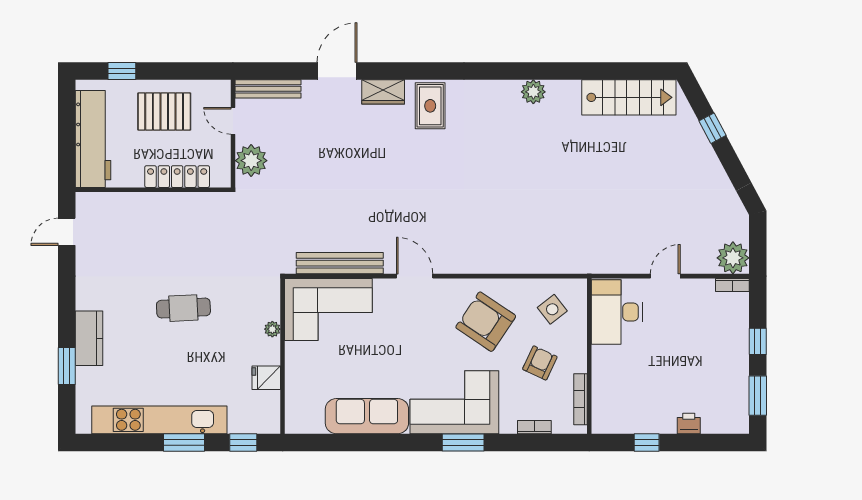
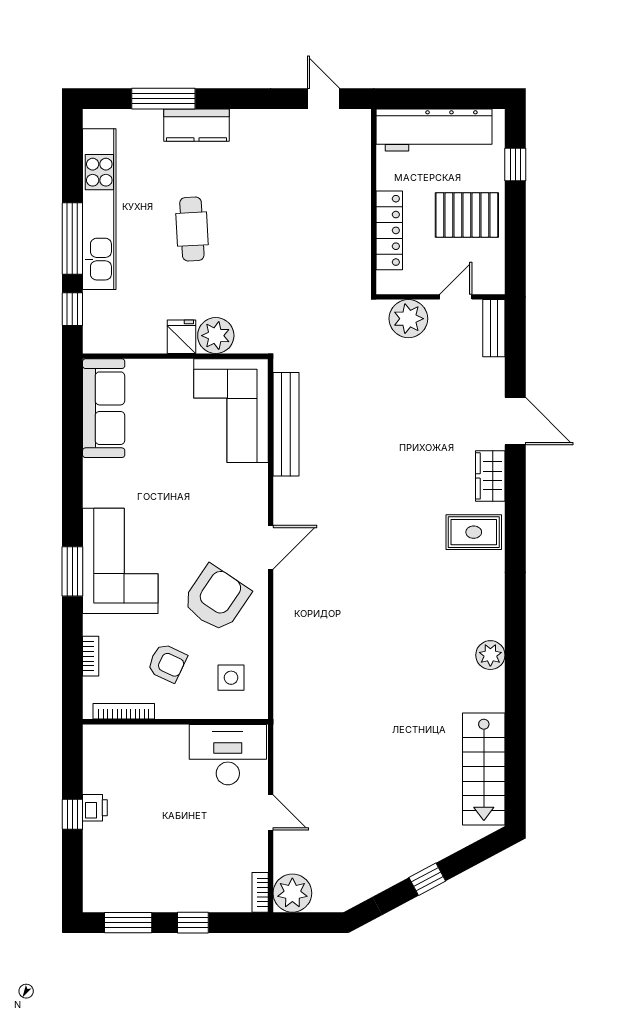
bench: (268, 89) -> (494, 328), width x0.73
pallet: (164, 111) -> (467, 215), turned 90
window: (712, 128) -> (427, 879), moved
door: (415, 276) -> (271, 547), moved
cafe table: (183, 308) -> (192, 229), moved
side table: (552, 309) -> (231, 678), turned 38
plant: (272, 329) -> (216, 336), width x1.87, depth x1.87
window: (67, 366) -> (163, 99), width x1.44
fridge: (266, 378) -> (182, 337), moved
sofa: (367, 416) -> (104, 408), moved
printer: (689, 423) -> (95, 808), moved
window: (184, 442) -> (72, 239), width x1.44
window: (647, 442) -> (72, 814), moved

